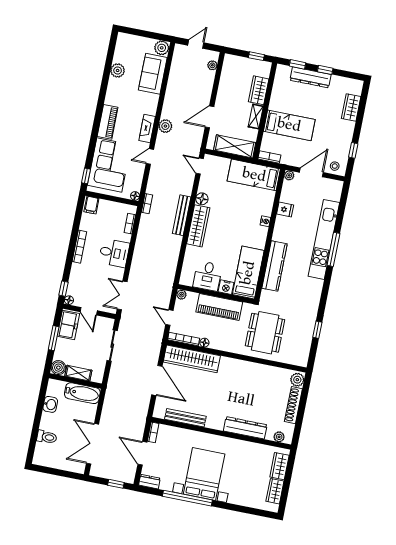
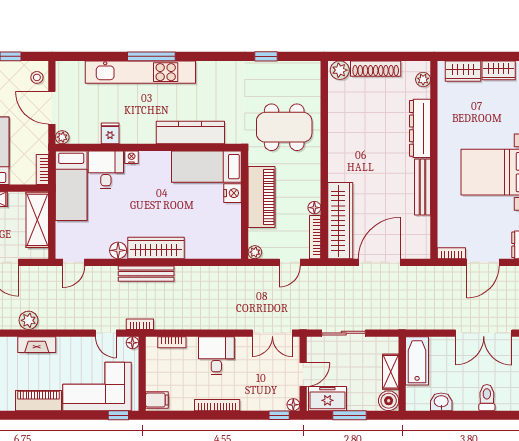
door: (150, 156) -> (106, 333), moved
desk: (208, 276) -> (106, 170), moved, turned -90
bench: (185, 418) -> (423, 187), moved

